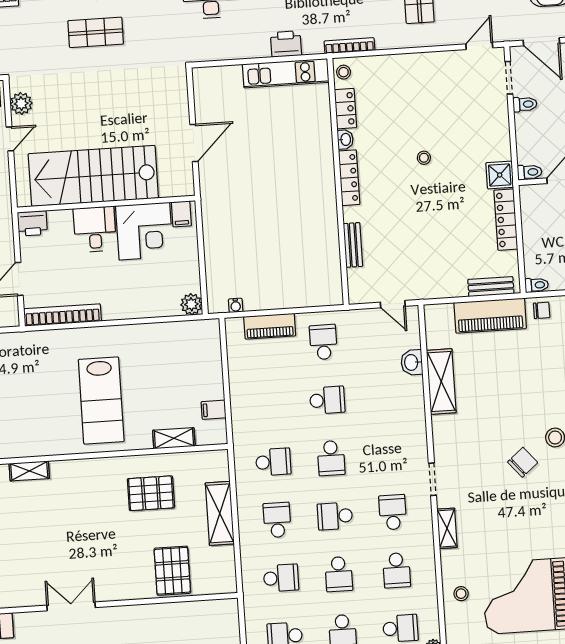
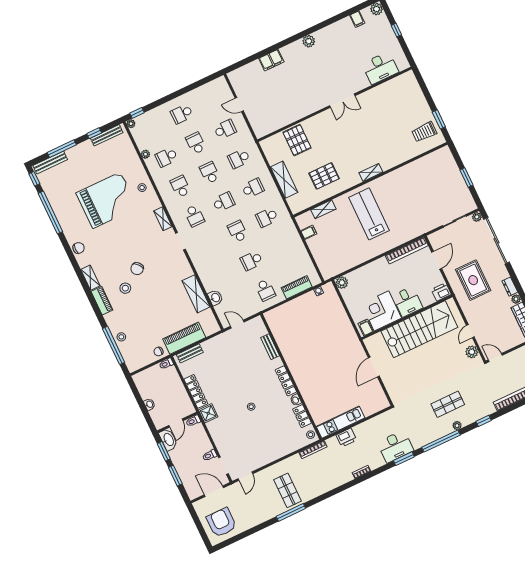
shelving: (29, 471) -> (371, 172), moved
school desk: (277, 520) -> (253, 188), turned -90

